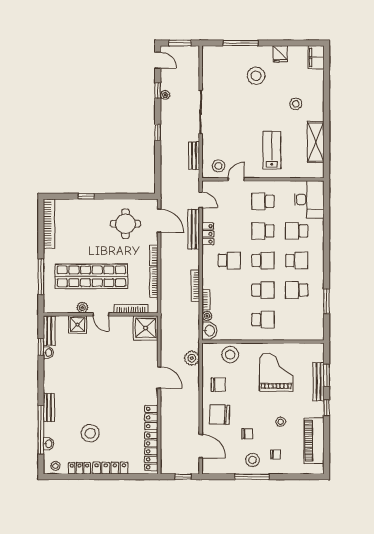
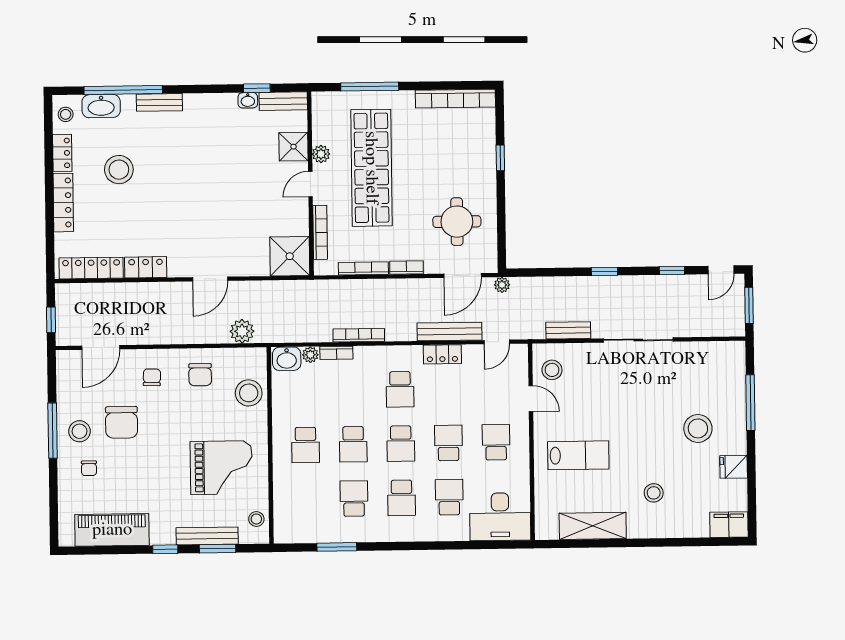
plant: (165, 95) -> (502, 285), moved
chair: (220, 415) -> (152, 377), width x0.54, depth x0.54
stool: (281, 422) -> (256, 519), moved
chair: (247, 434) -> (121, 422), width x1.87, depth x1.87
washbasin: (48, 444) -> (101, 106), width x1.91, depth x1.45

